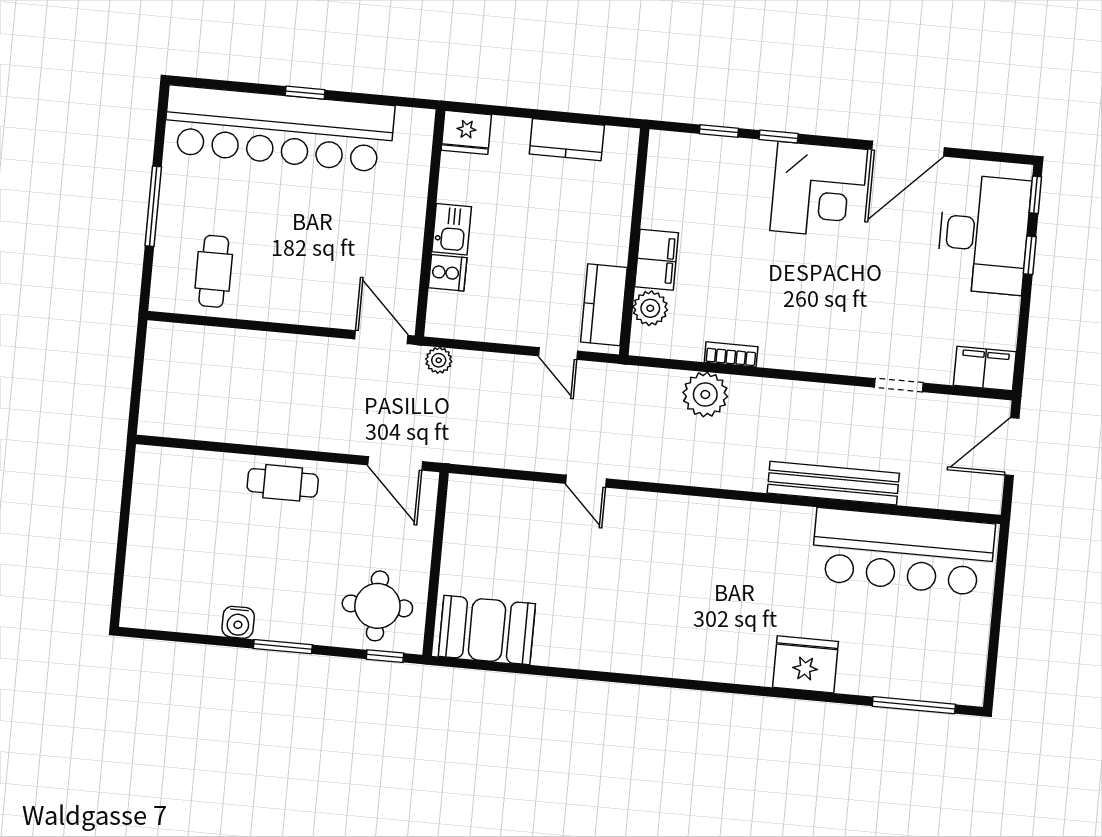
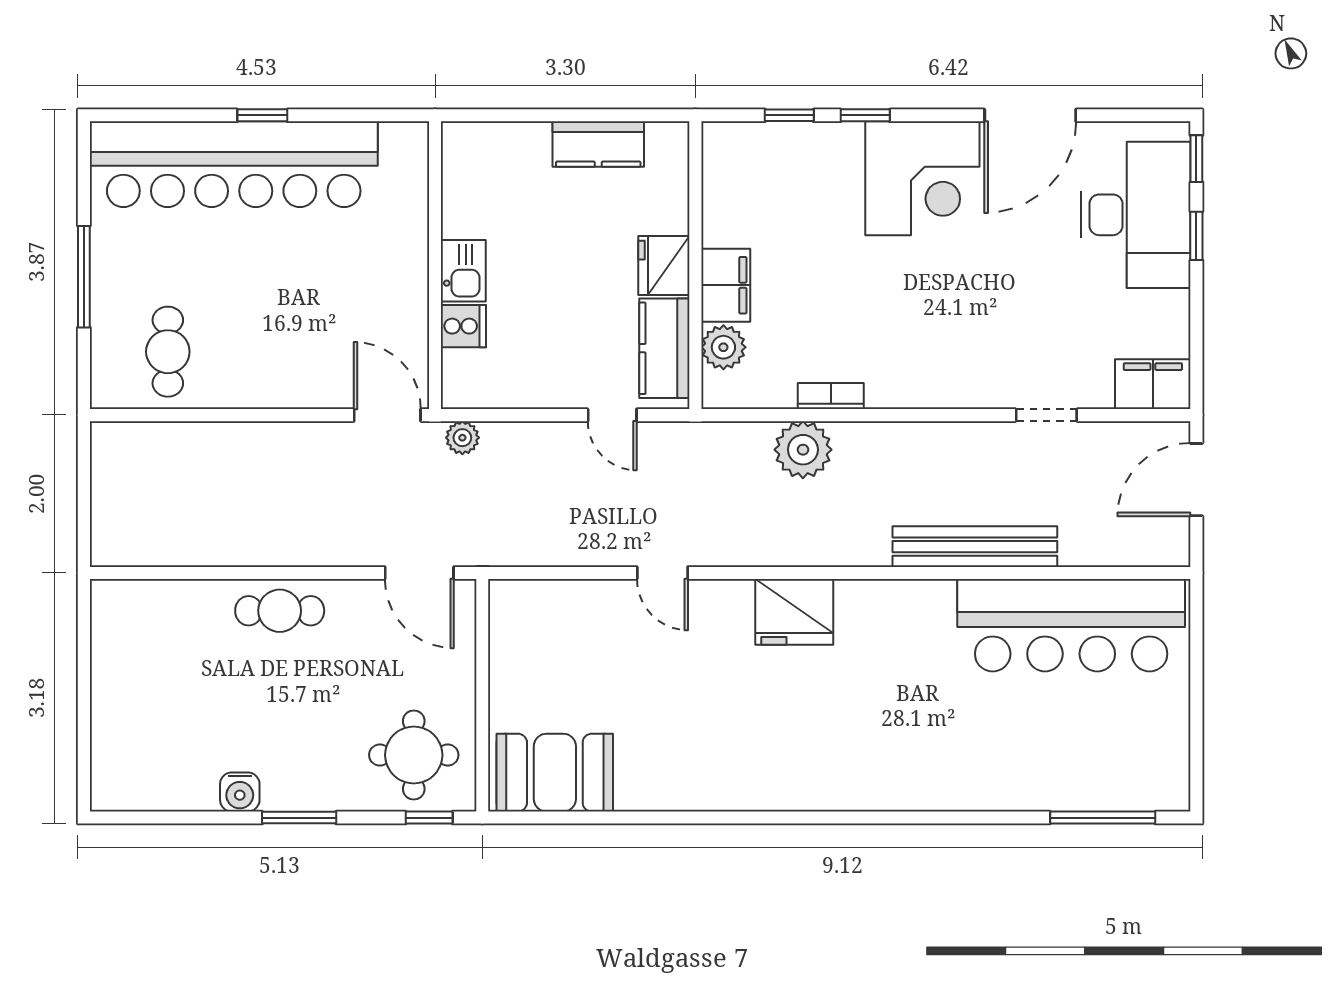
fridge: (466, 132) -> (664, 266), moved, turned 90
fridge: (805, 664) -> (794, 612), moved, turned 180

